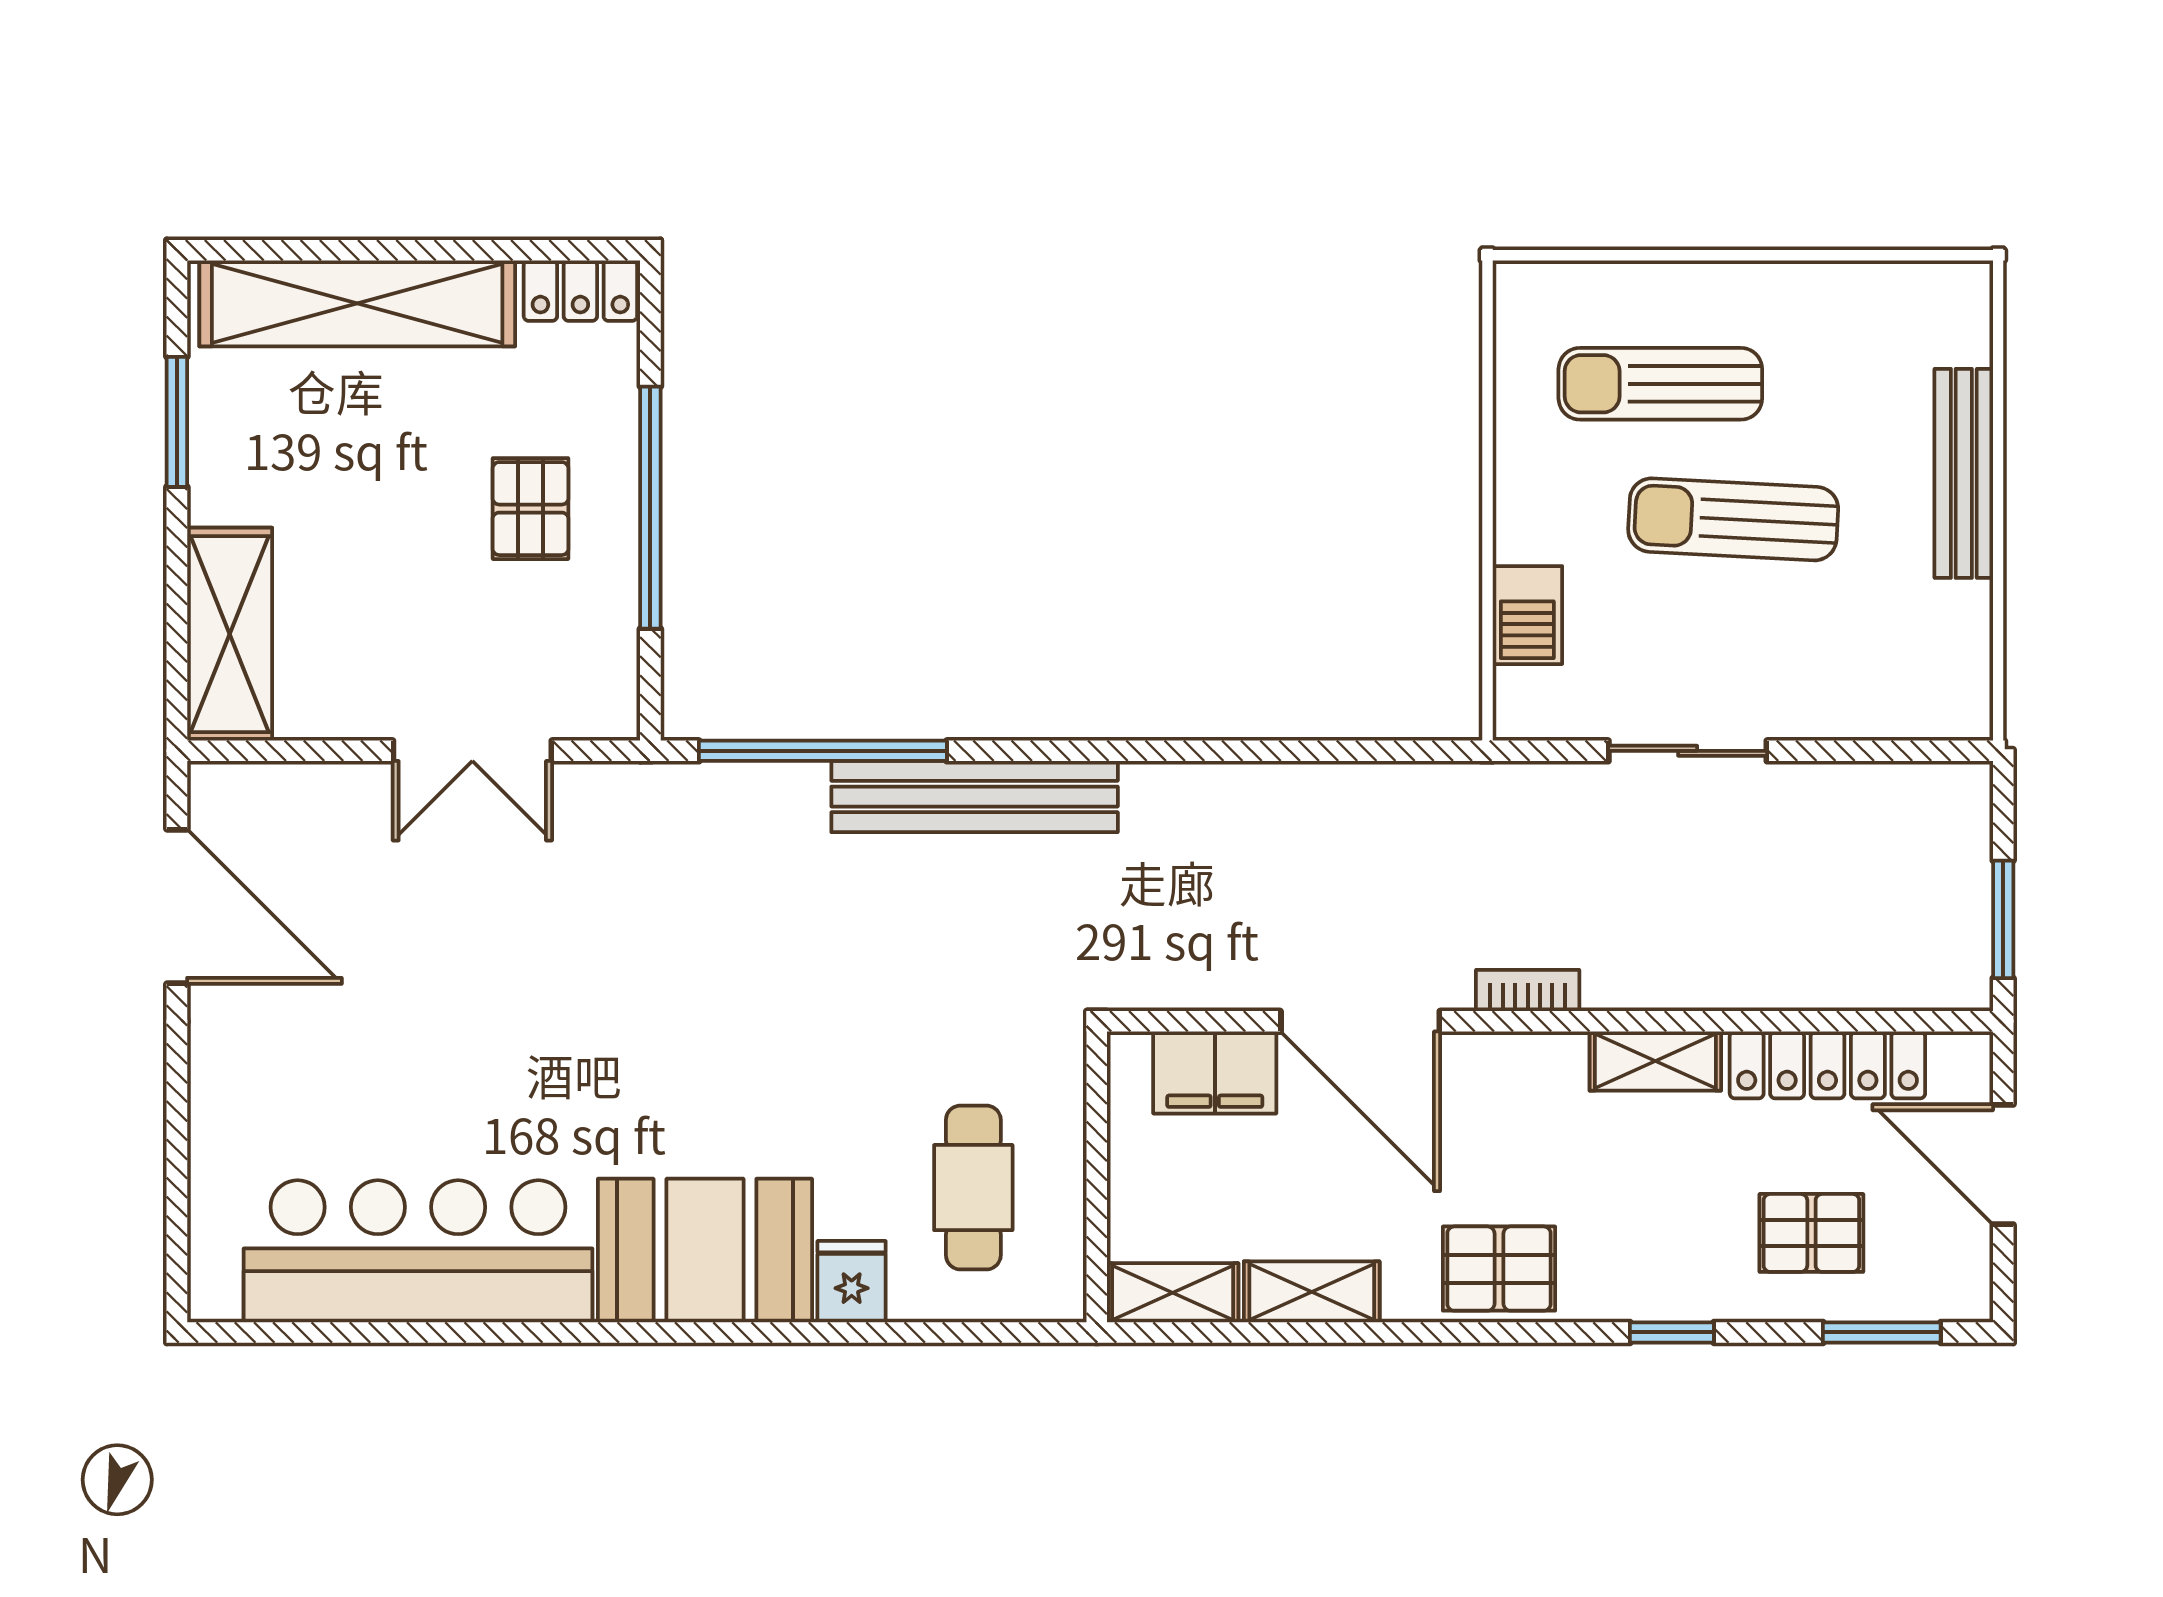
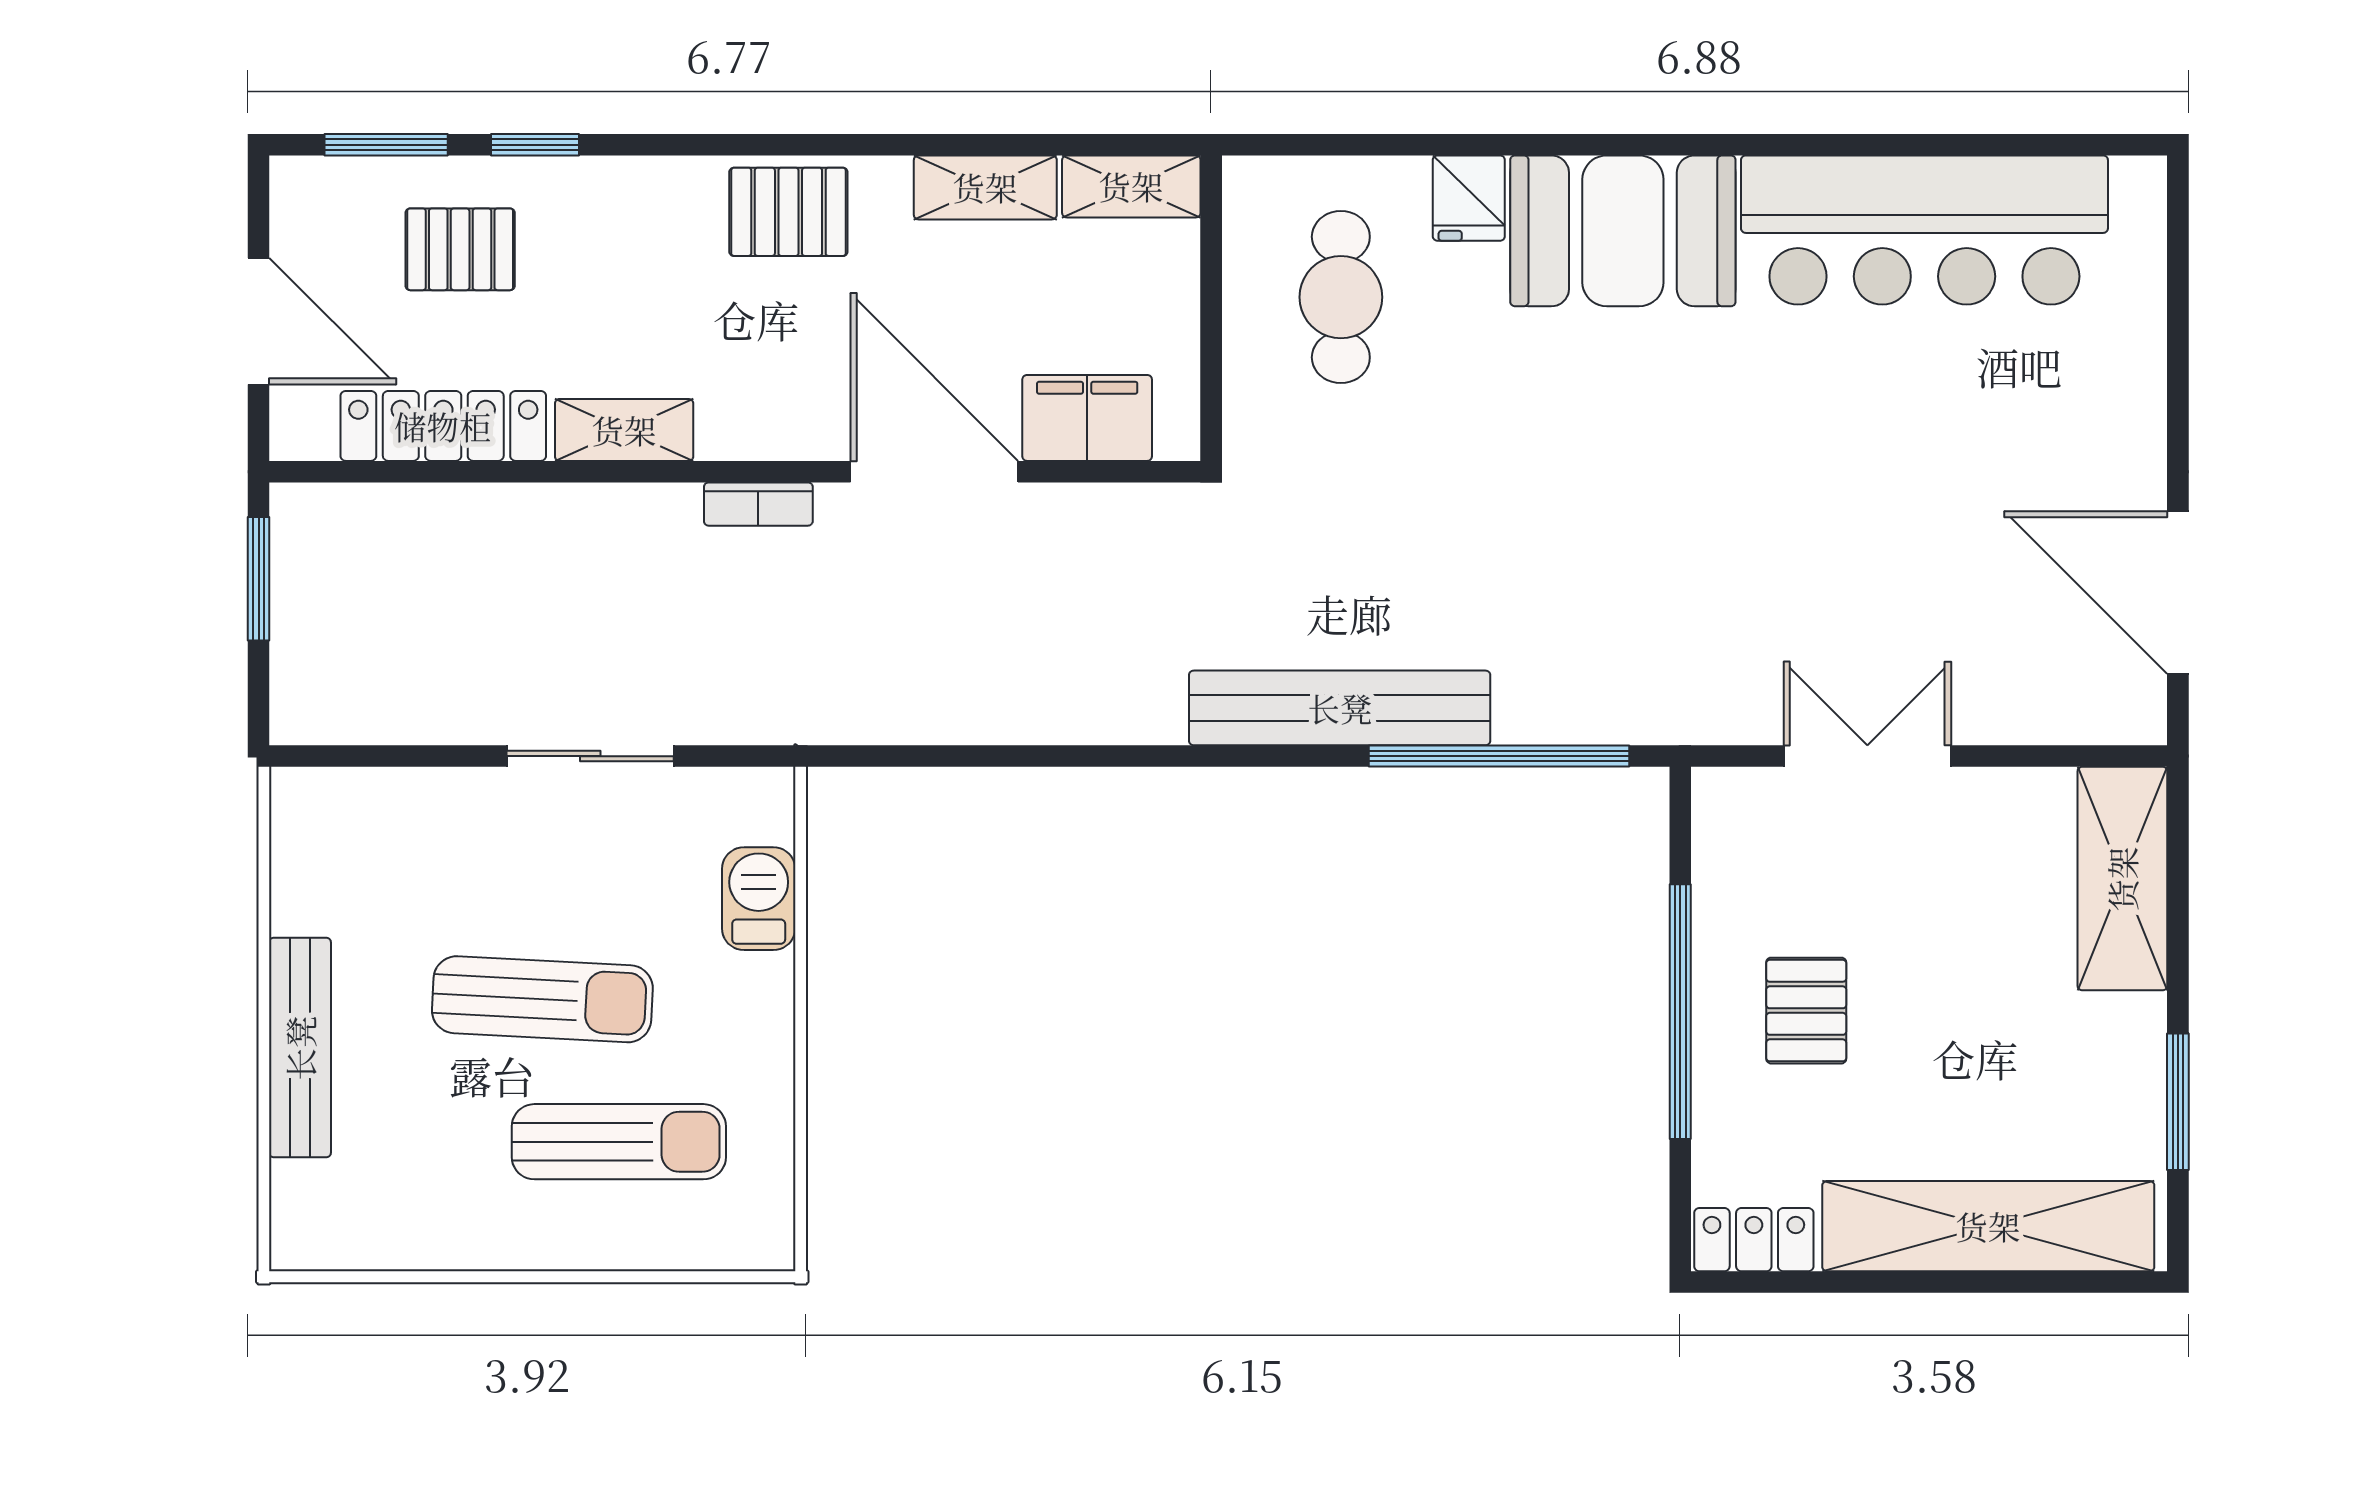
window: (1672, 1332) -> (535, 145), moved

